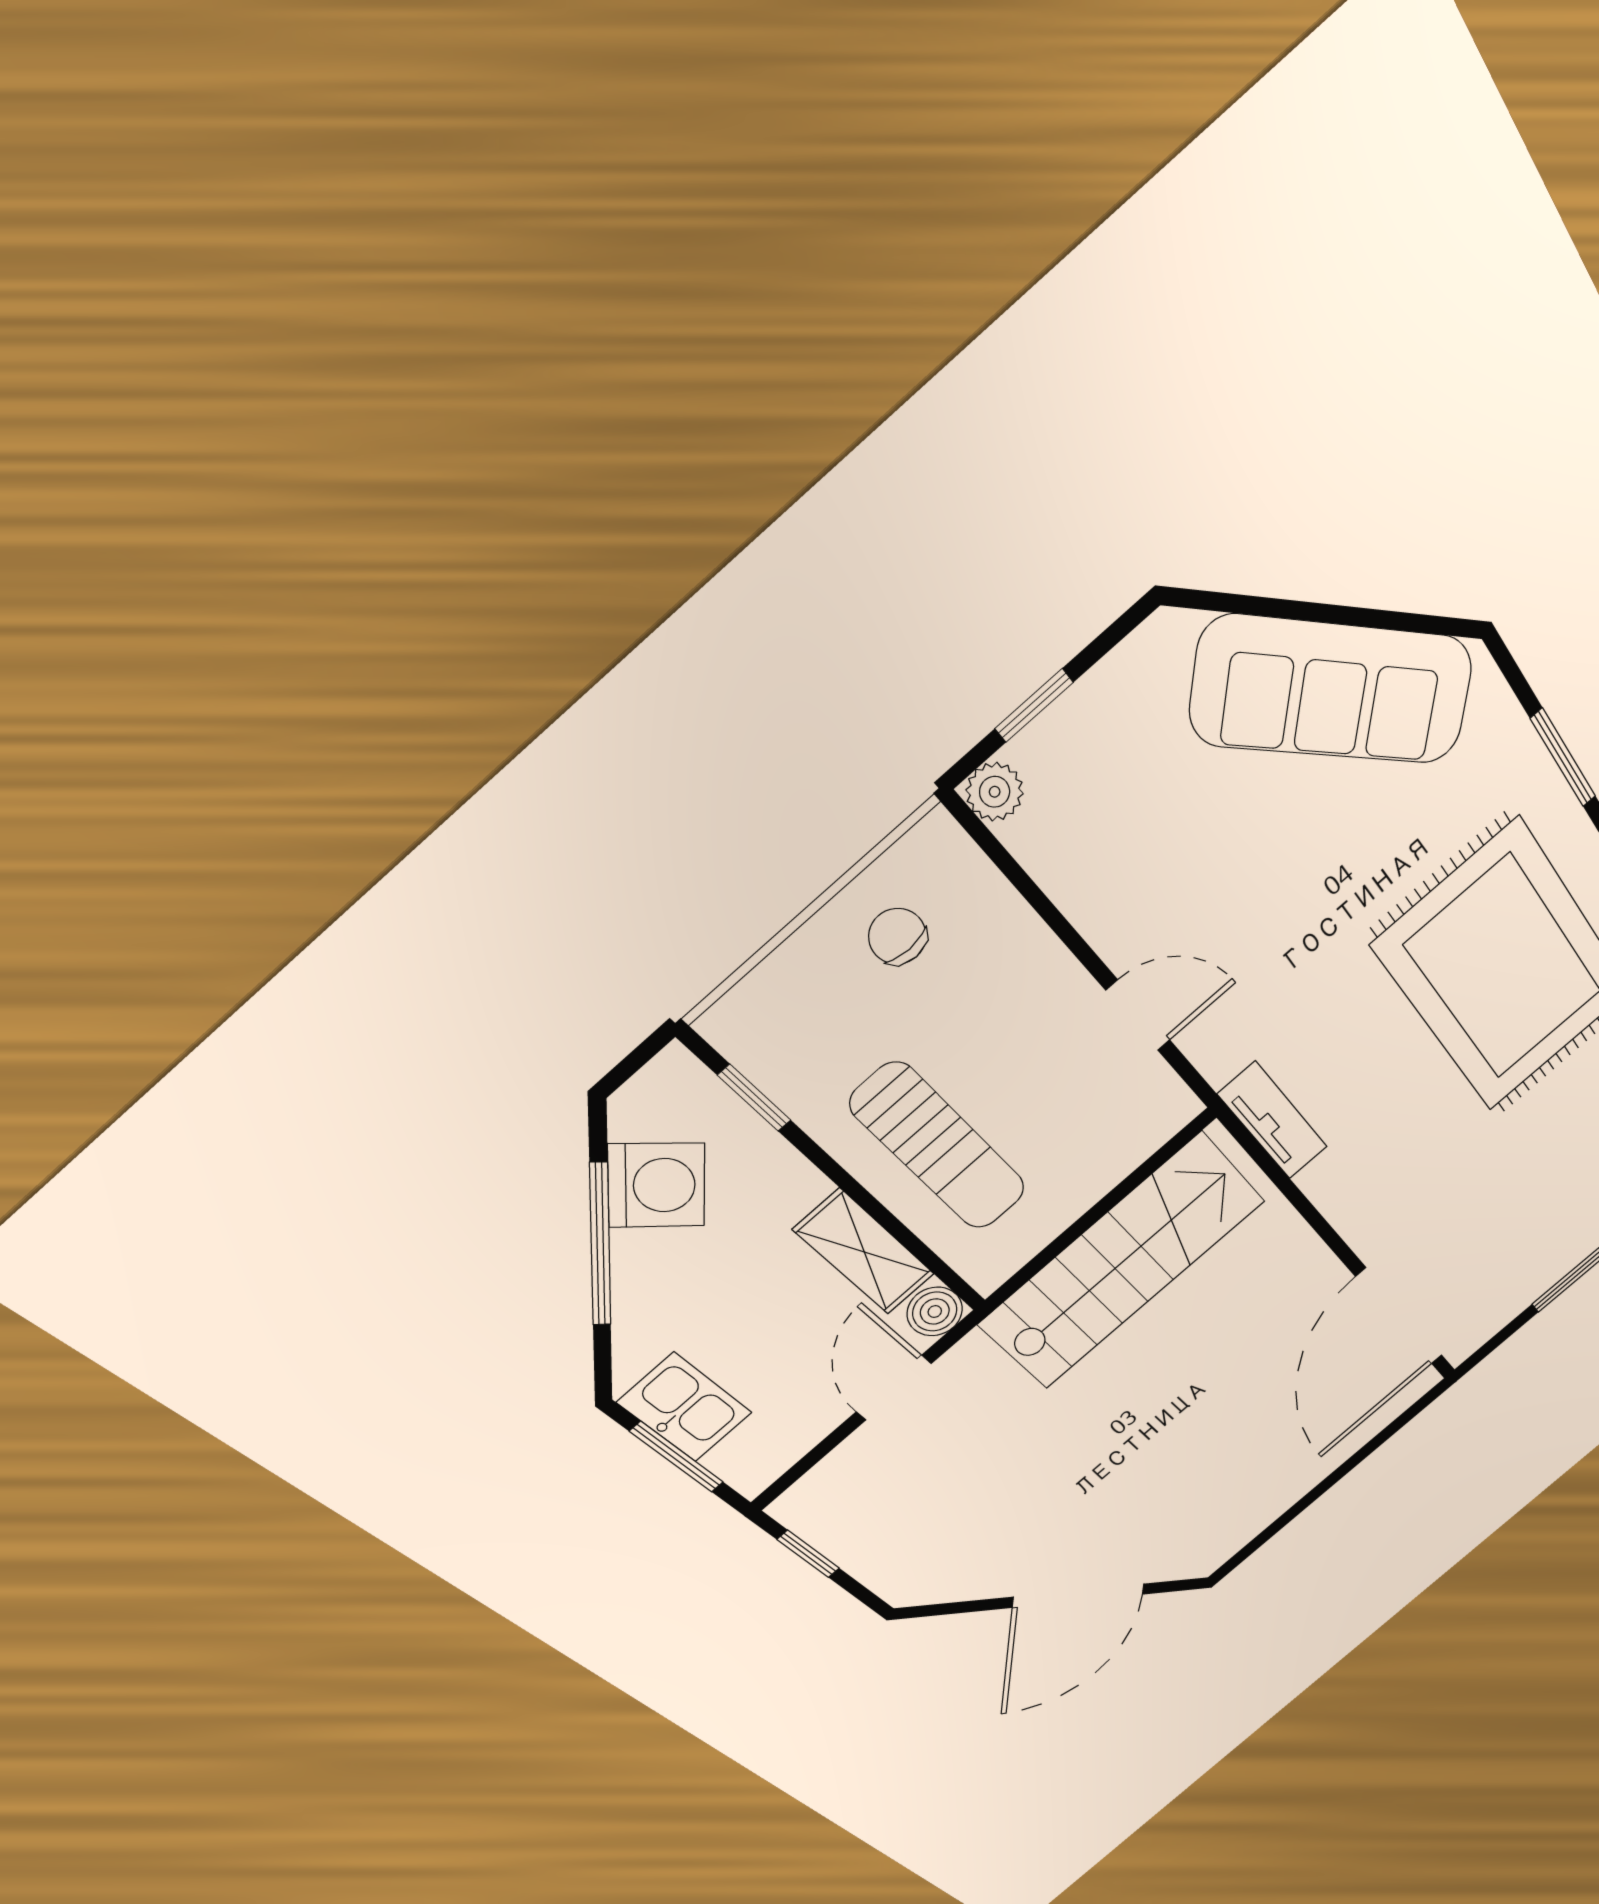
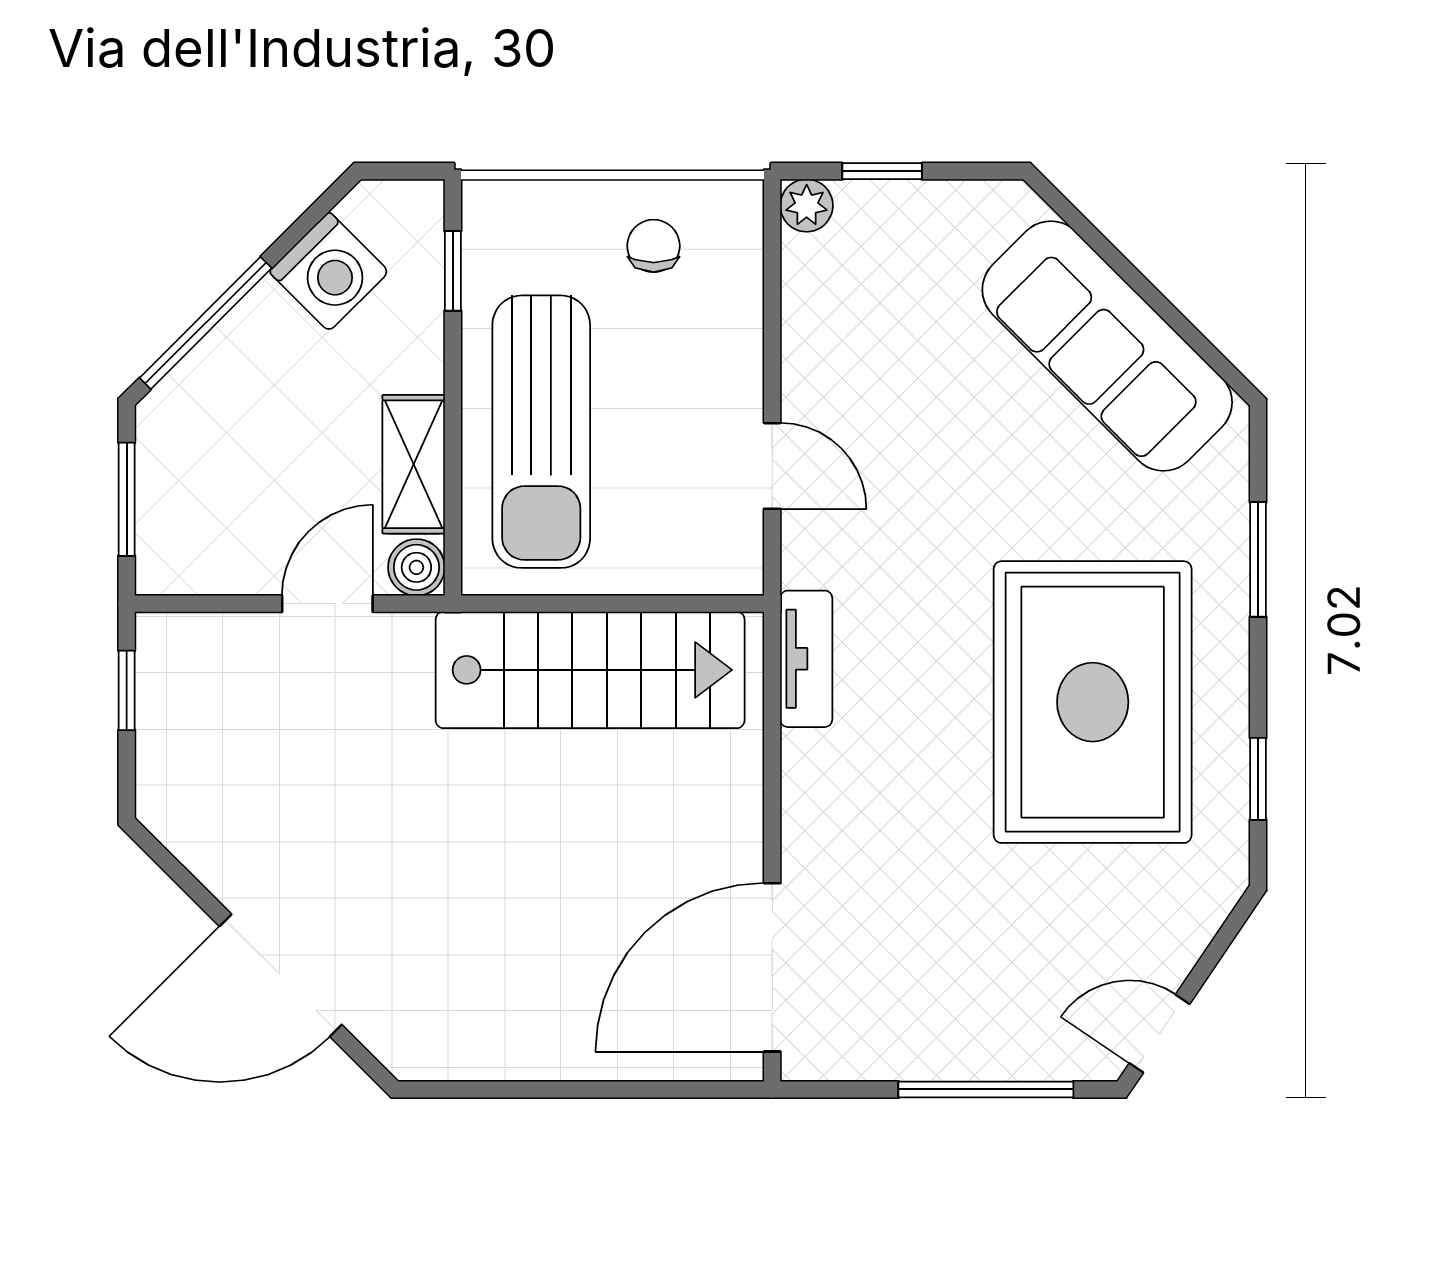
sun lounger: (939, 1147) -> (541, 432), width x1.36, depth x1.34
window: (600, 1245) -> (206, 323), moved
kitchen sink: (685, 1407) -> (173, 463), removed

